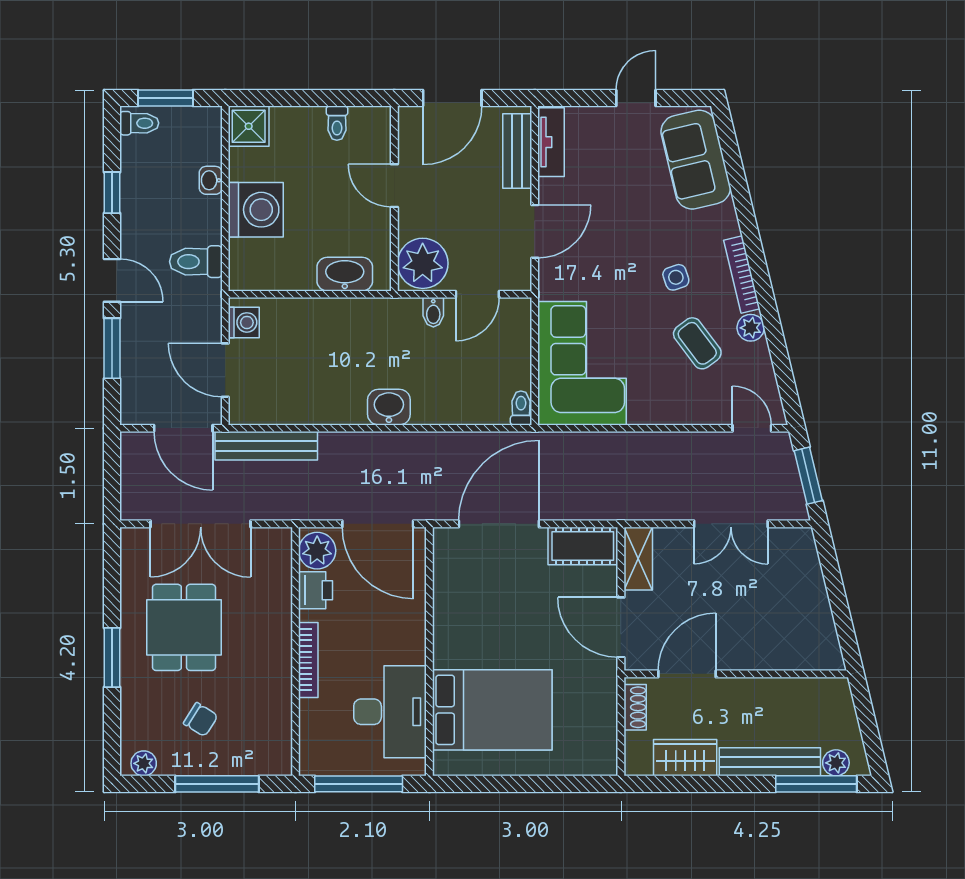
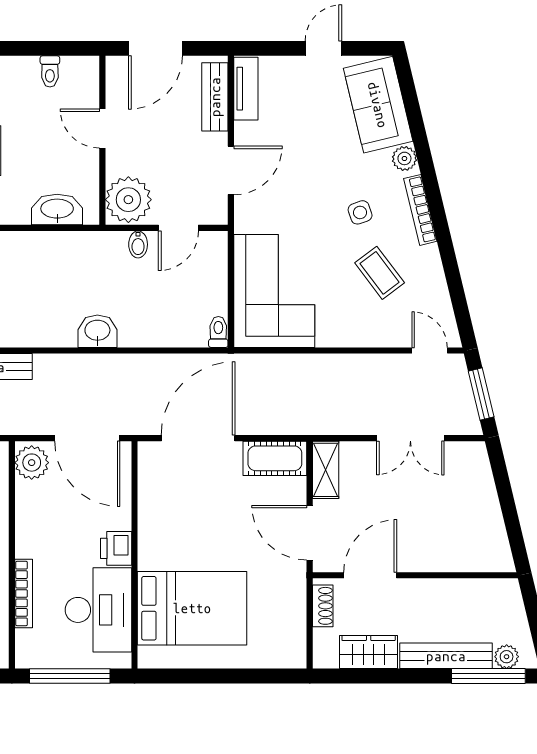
plant: (751, 328) -> (404, 158), moved
printer: (316, 590) -> (116, 548), moved, turned 180
bookcase: (308, 660) -> (24, 594), moved

